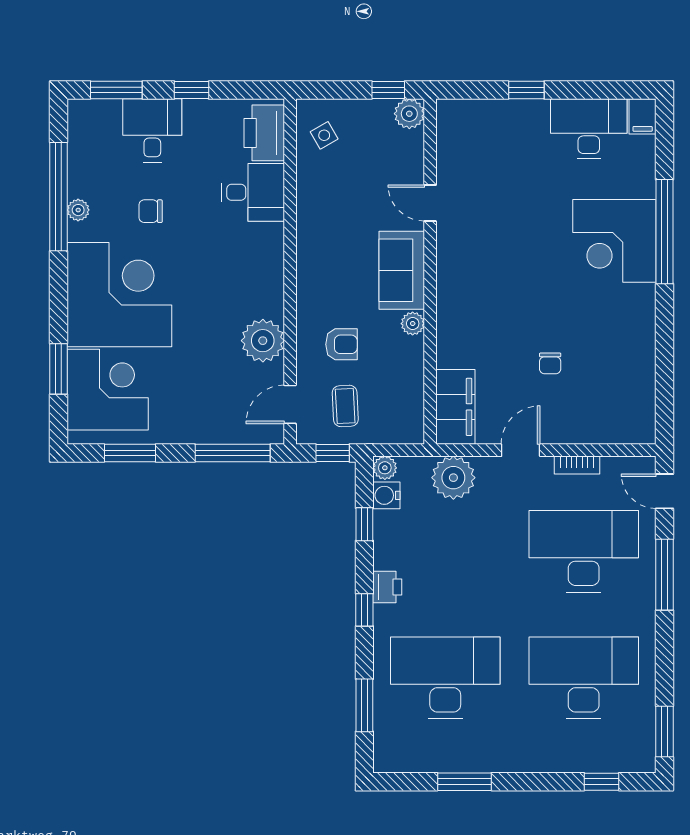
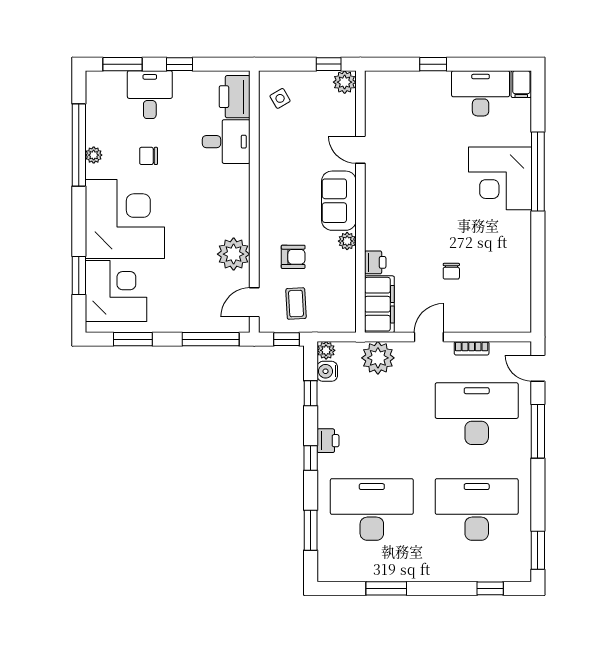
printer: (450, 352) -> (375, 262), added

